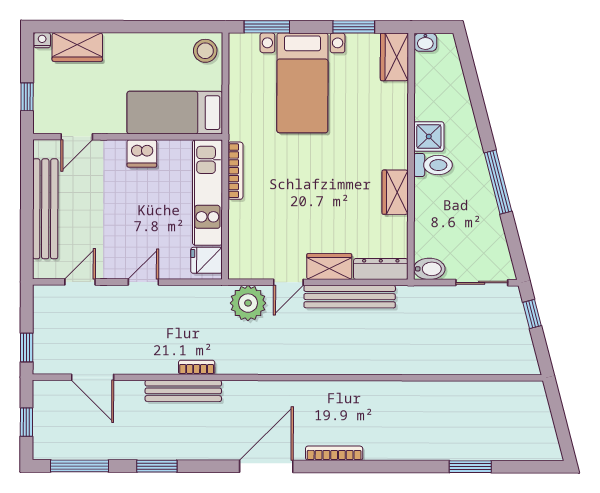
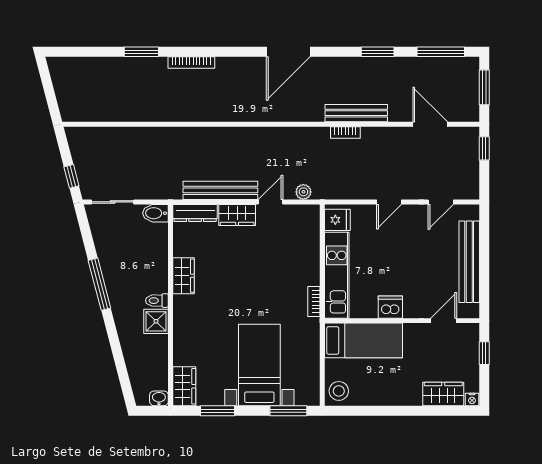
toilet: (433, 165) -> (157, 301), width x0.73, depth x0.72
bookcase: (235, 171) -> (314, 302), width x0.64
plant: (248, 303) -> (303, 192), width x0.53, depth x0.53
window: (26, 422) -> (484, 87), width x1.50
bookcase: (334, 453) -> (191, 62), moved
window: (470, 467) -> (141, 52), moved

